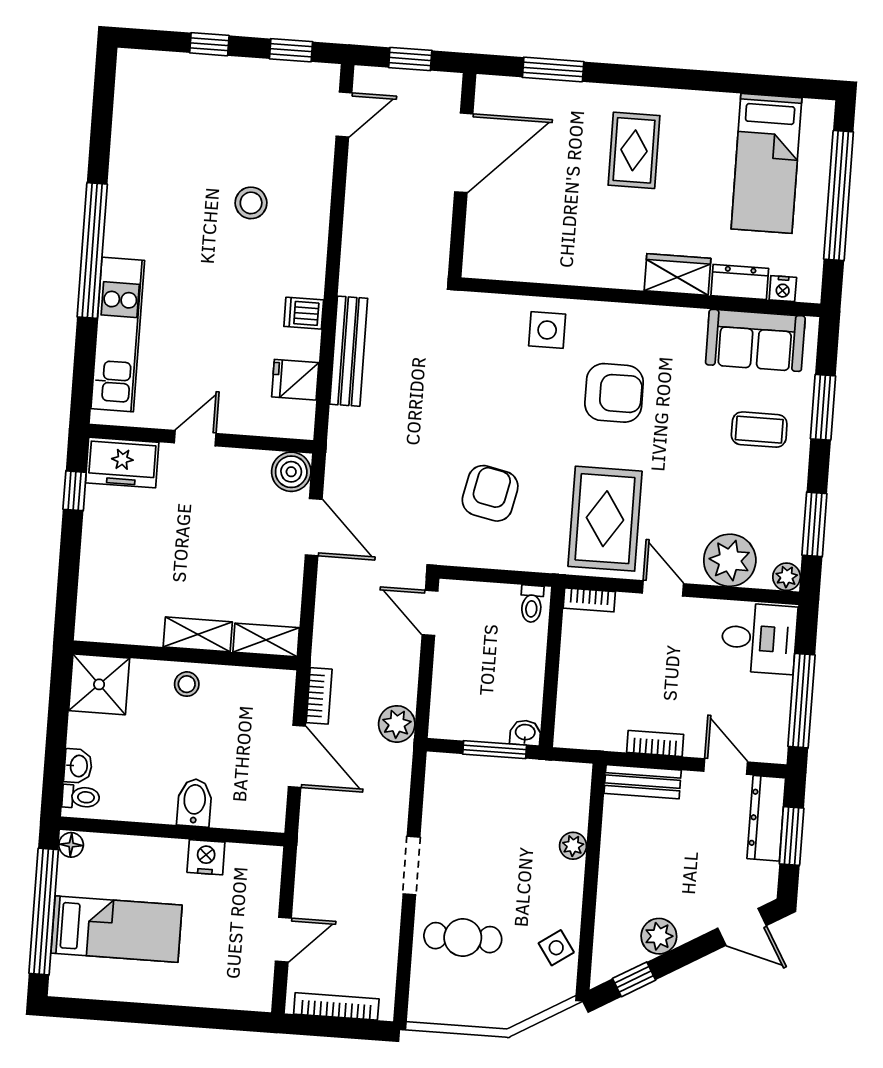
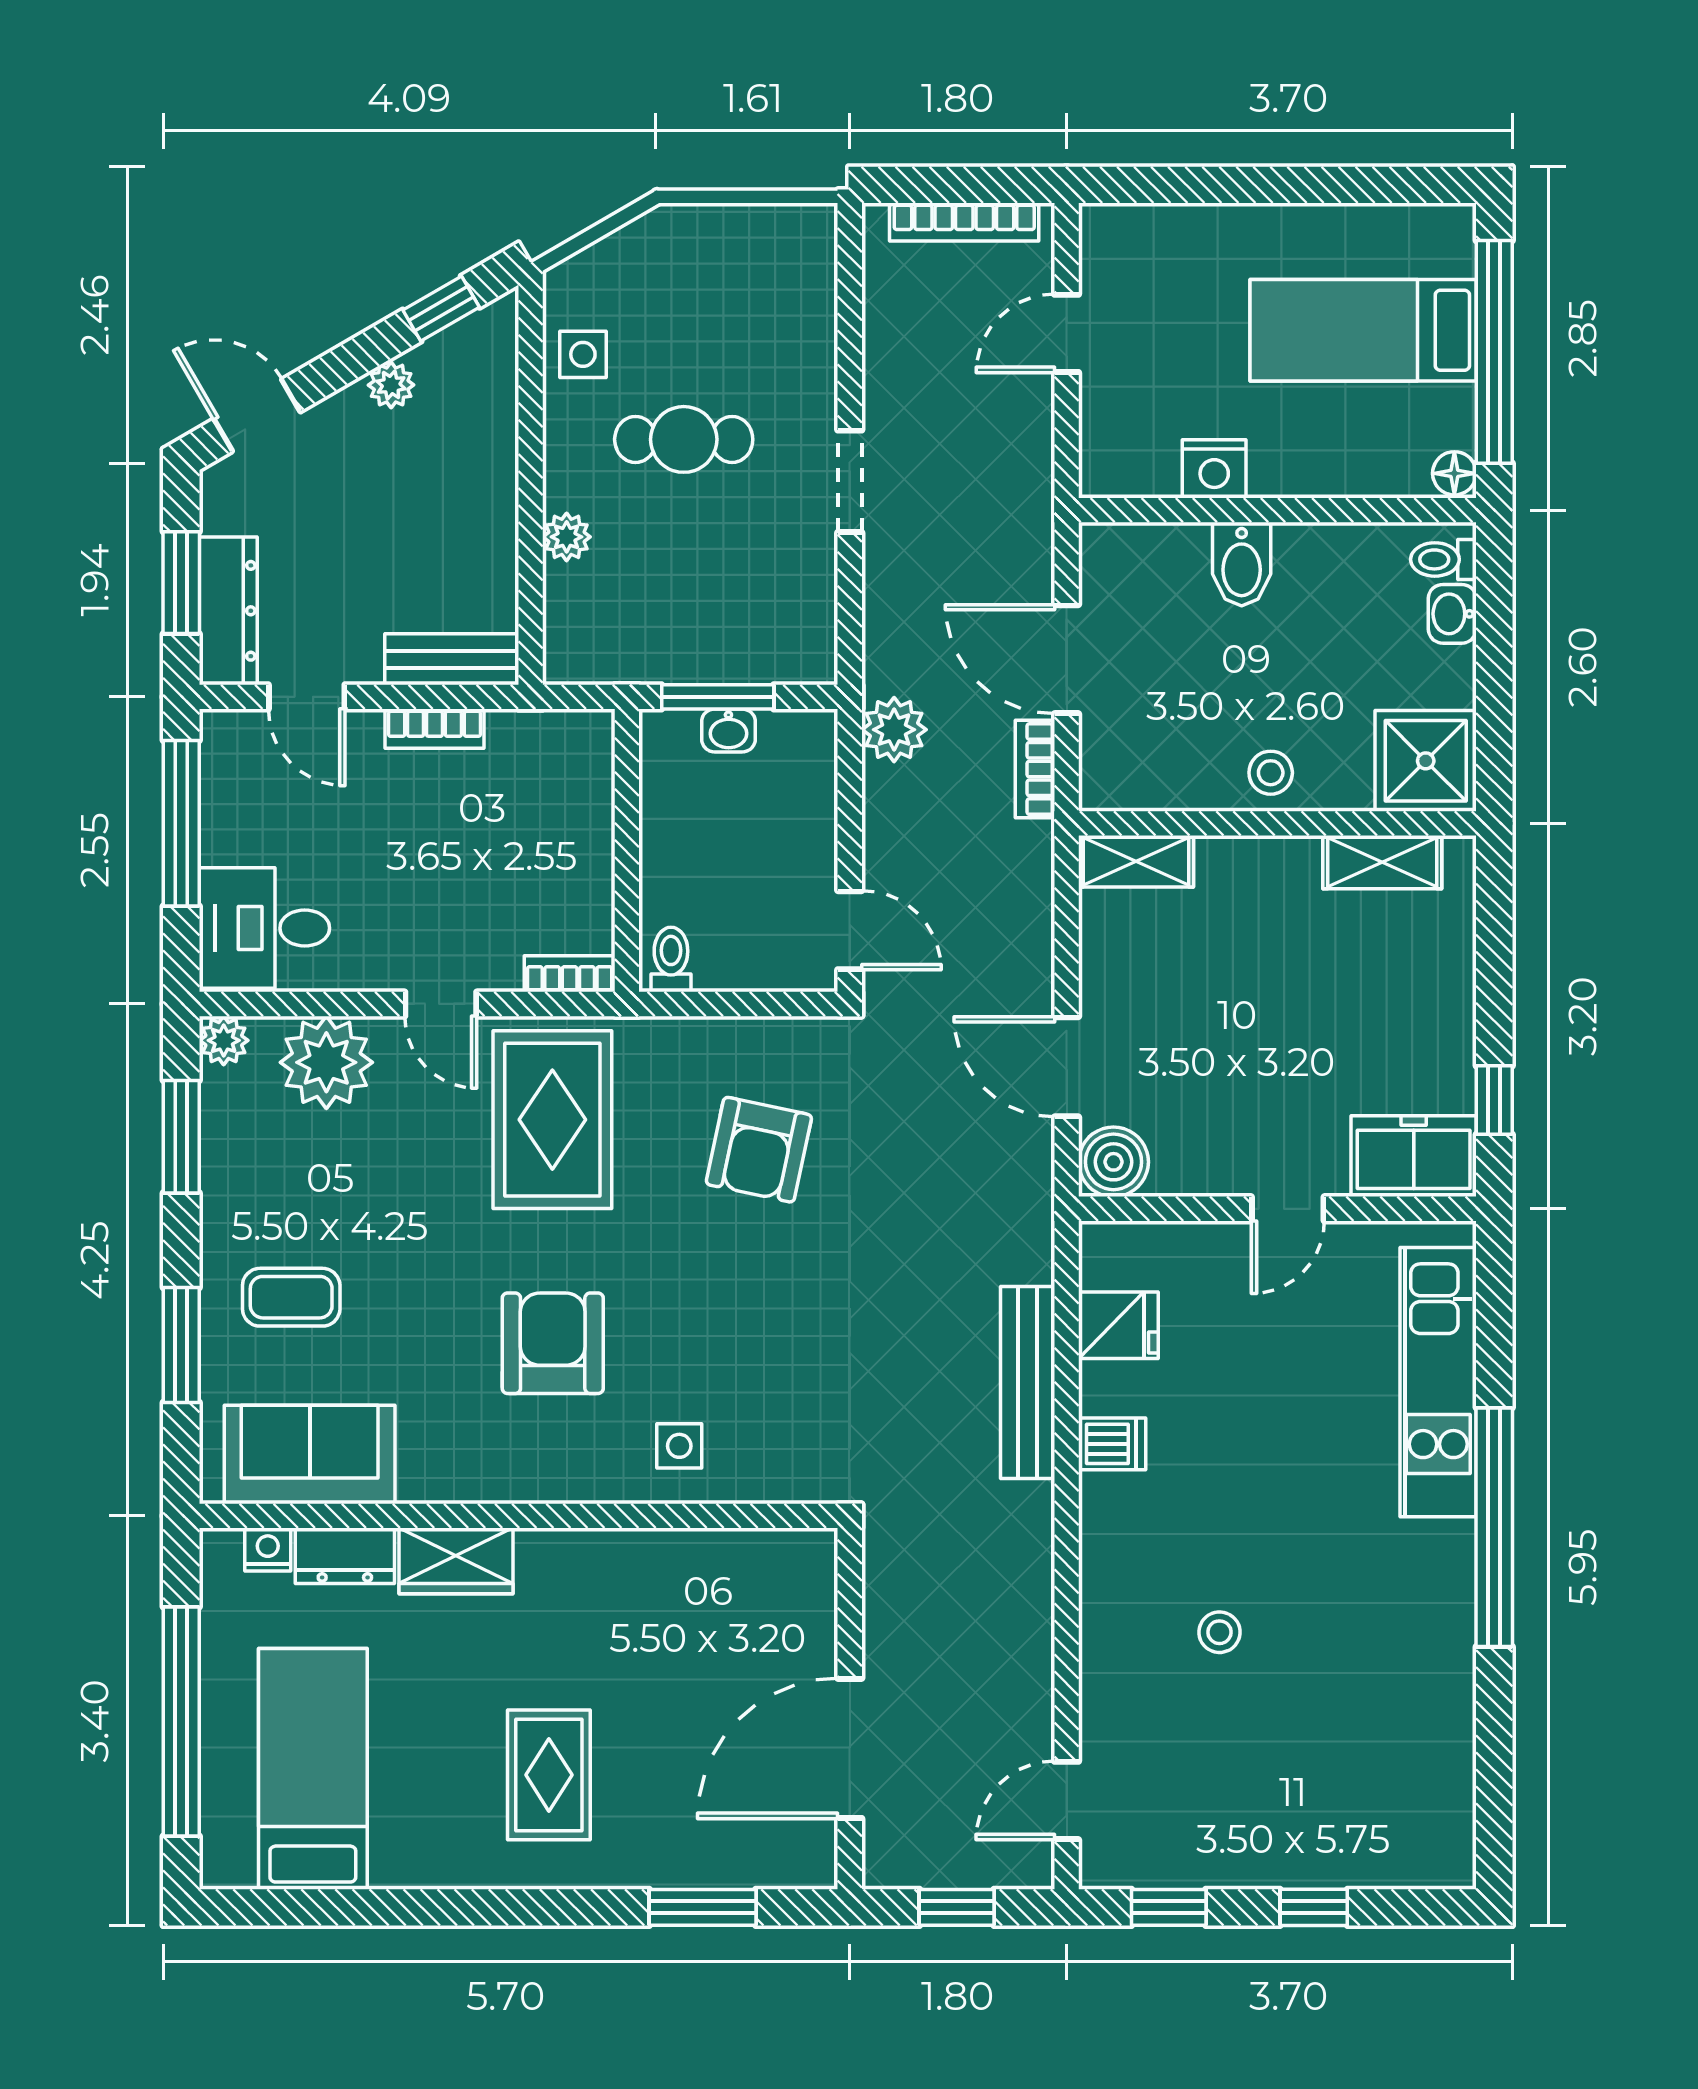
stool: (251, 203) -> (1219, 1632), width x0.73, depth x0.73
side table: (547, 330) -> (679, 1446), width x0.73, depth x0.73
armchair: (614, 393) -> (553, 1343), turned 90
shelving: (198, 634) -> (1382, 862), moved
washbasin: (525, 733) -> (728, 730), moved
plant: (659, 936) -> (391, 385), width x0.73, depth x0.73
cafe table: (463, 938) -> (684, 439), moved
side table: (556, 948) -> (583, 354), turned 35

